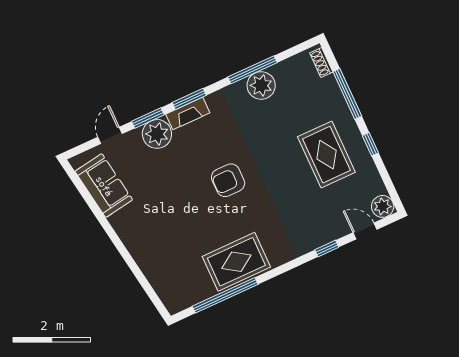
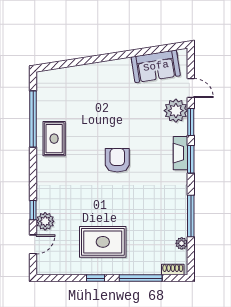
plant: (261, 85) -> (182, 243), moved, width x0.53, depth x0.53
plant: (157, 134) -> (176, 111), moved
plant: (383, 206) -> (45, 221), moved
rug: (236, 262) -> (54, 139), width x0.73, depth x0.70

